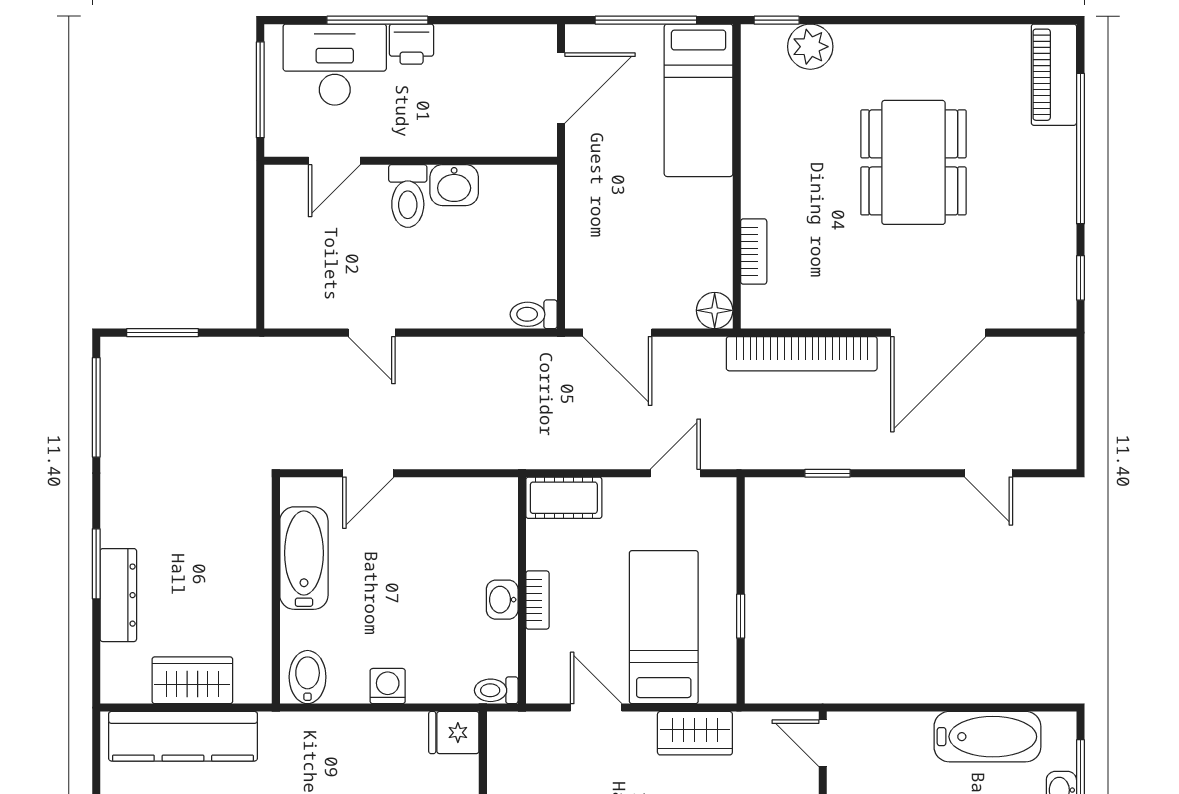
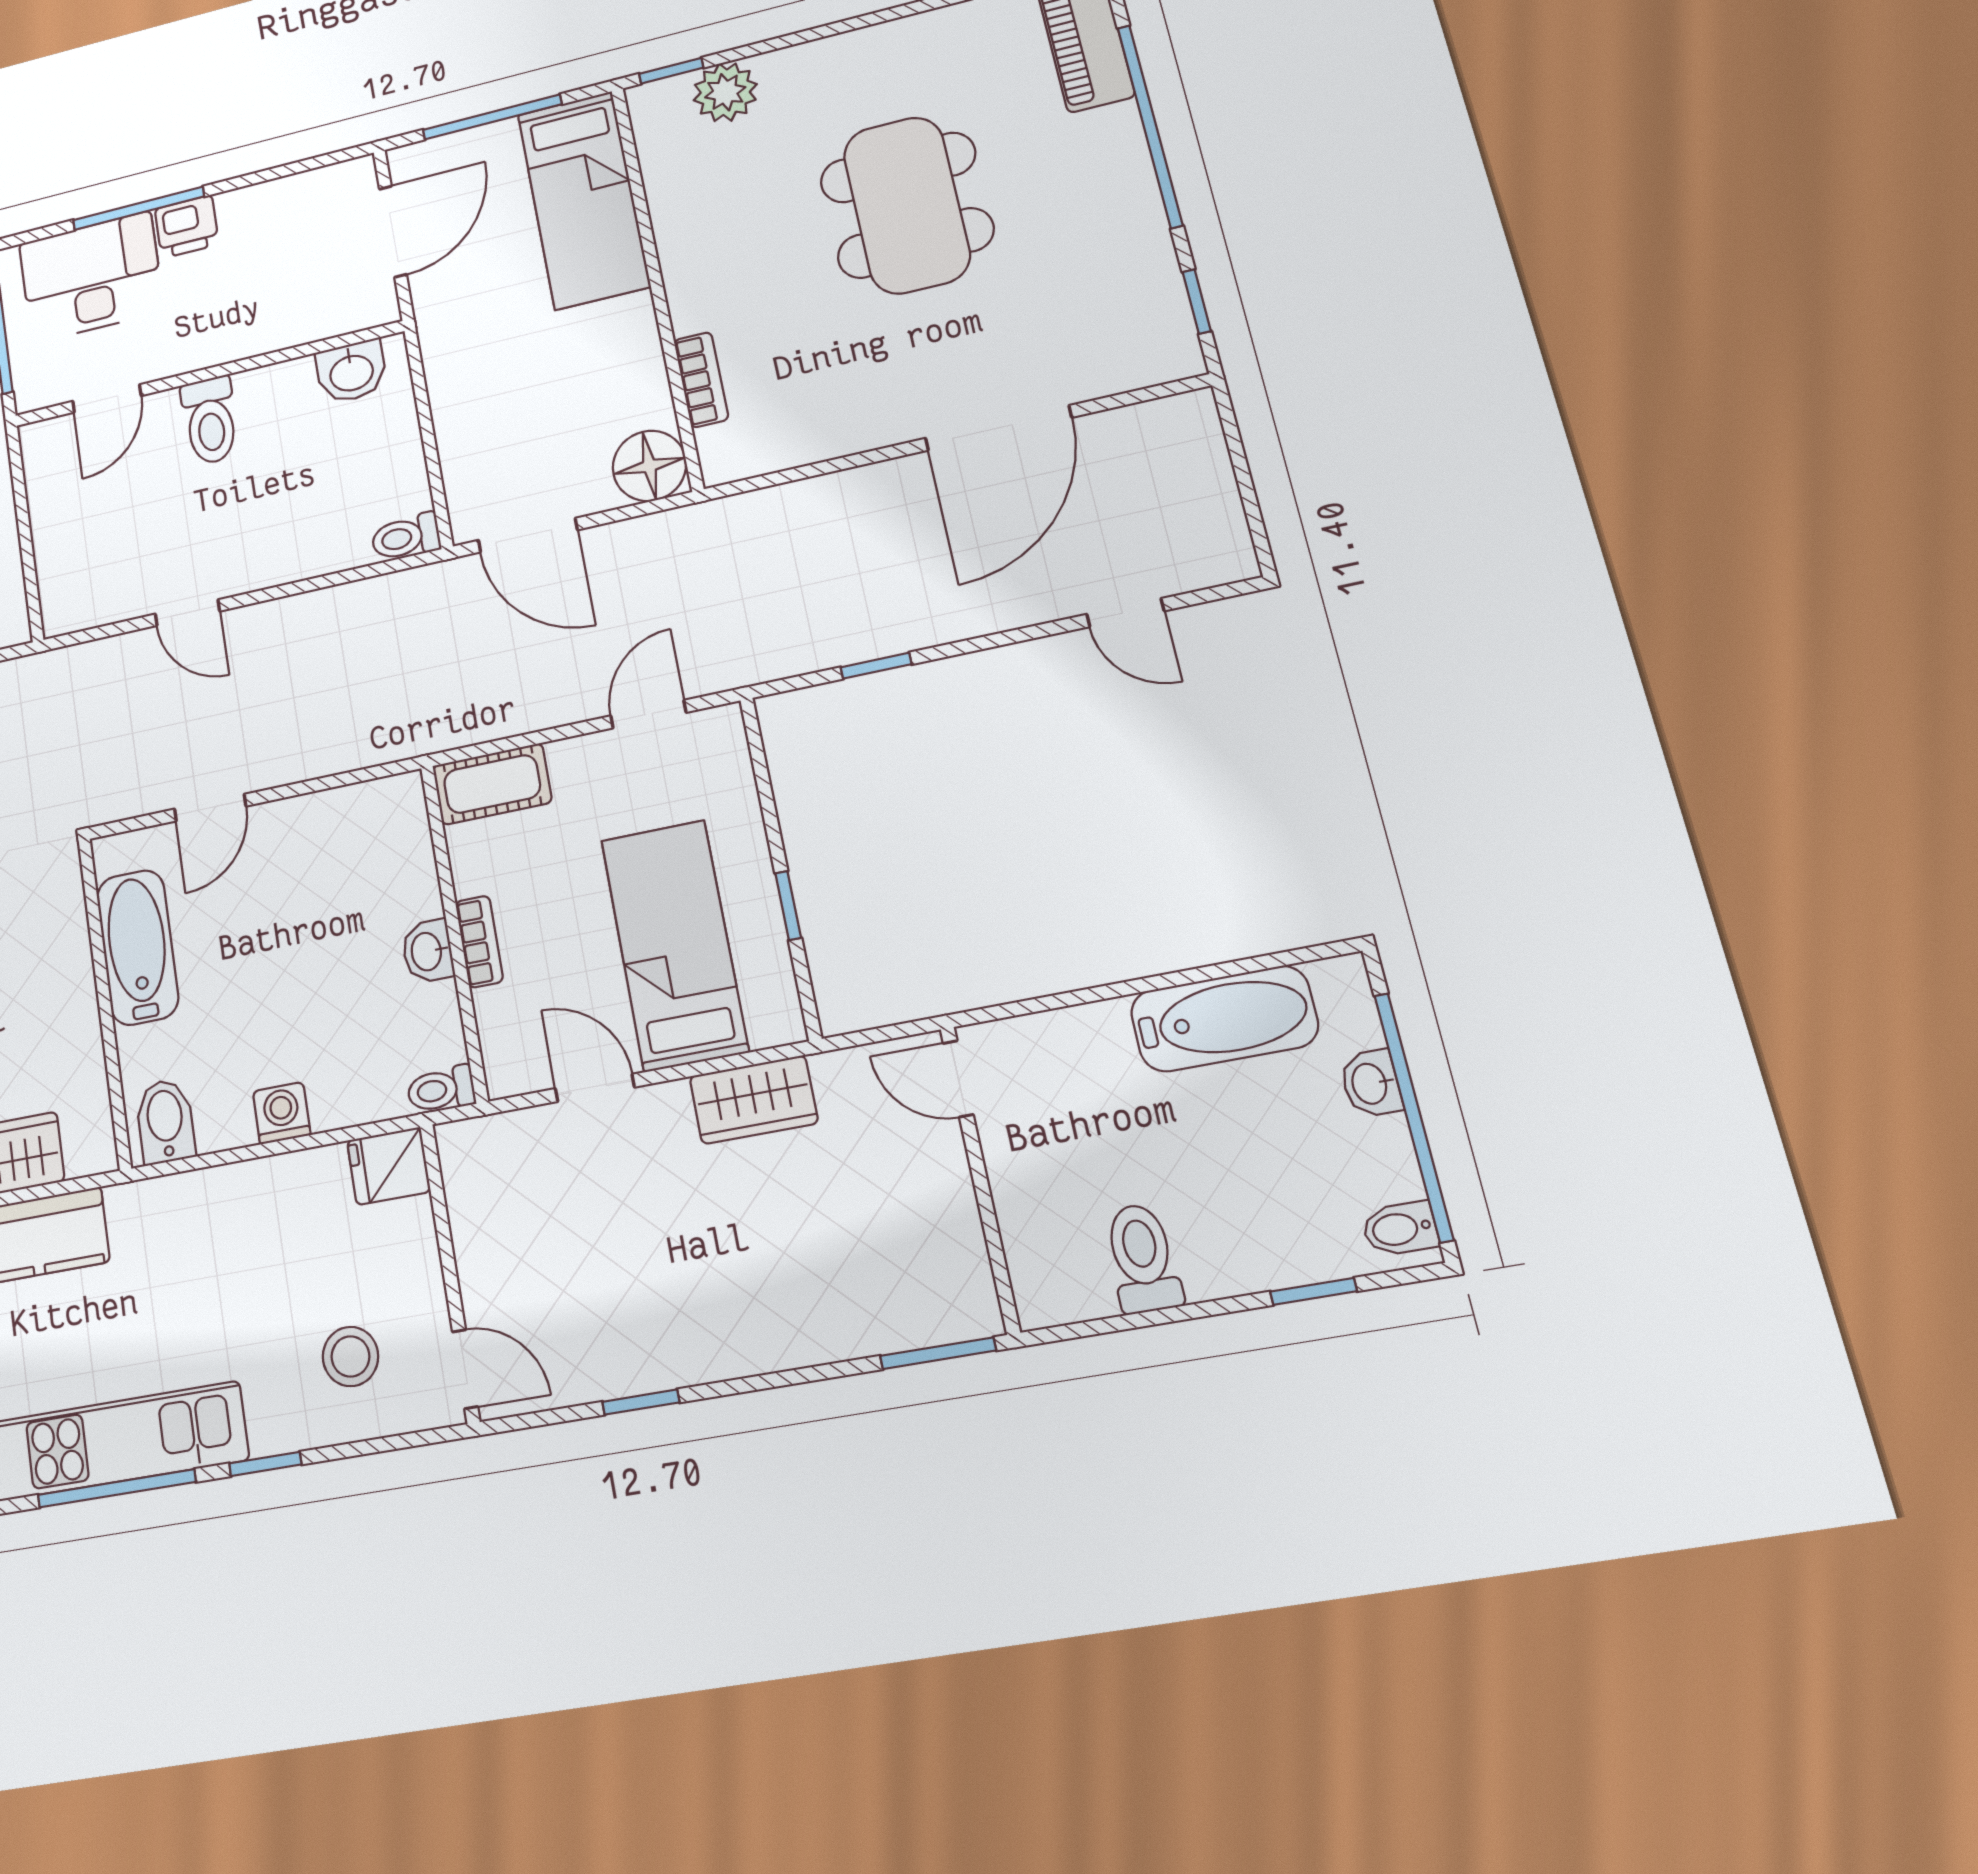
washbasin: (454, 185) -> (351, 372), moved
floor lamp: (715, 310) -> (649, 466), width x1.38, depth x1.38
bookcase: (802, 354) -> (801, 504), removed

